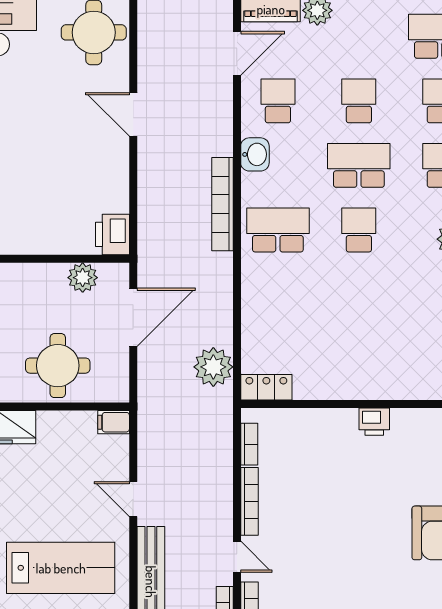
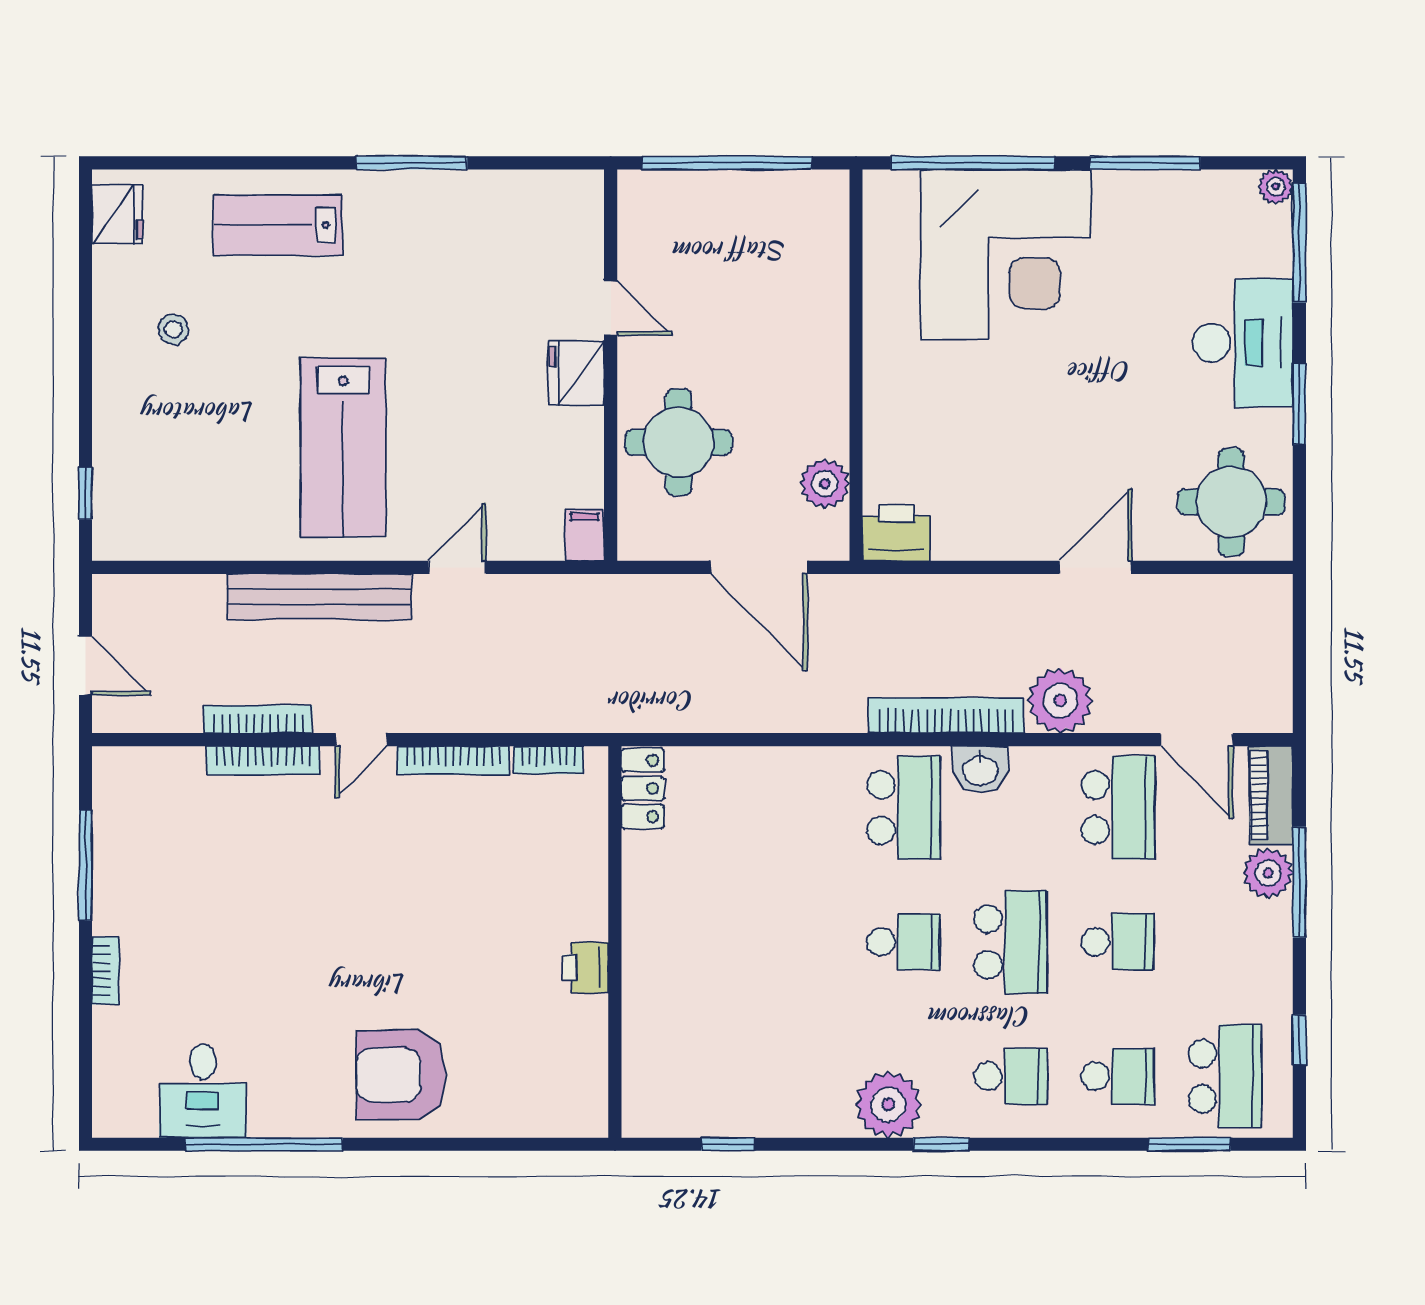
school desk: (278, 101) -> (1118, 808), width x1.85
washbasin: (255, 154) -> (980, 770), moved
plant: (213, 367) -> (1060, 700), moved

